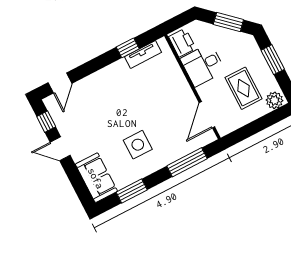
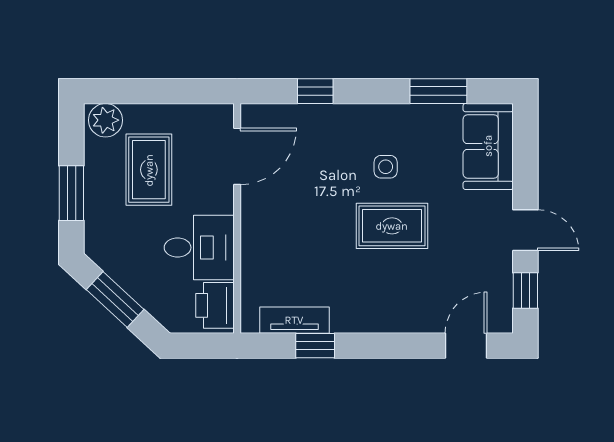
rug: (121, 120) -> (392, 226), added
side table: (138, 145) -> (386, 167), width x0.54, depth x0.54
window: (187, 162) -> (315, 91), width x0.46

